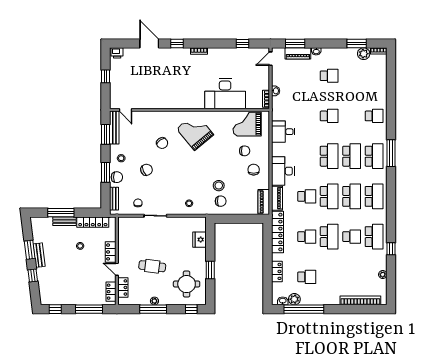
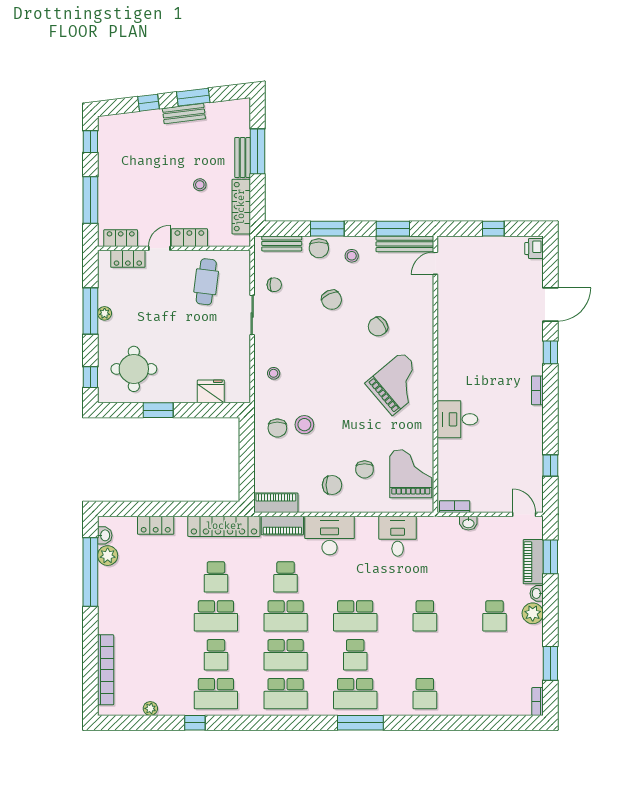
plant: (364, 54) -> (533, 613), moved
desk: (225, 94) -> (457, 419), width x0.53, depth x0.77
school desk: (352, 156) -> (355, 655), width x0.54
cafe table: (152, 266) -> (206, 282), moved
school desk: (307, 277) -> (146, 577), removed

